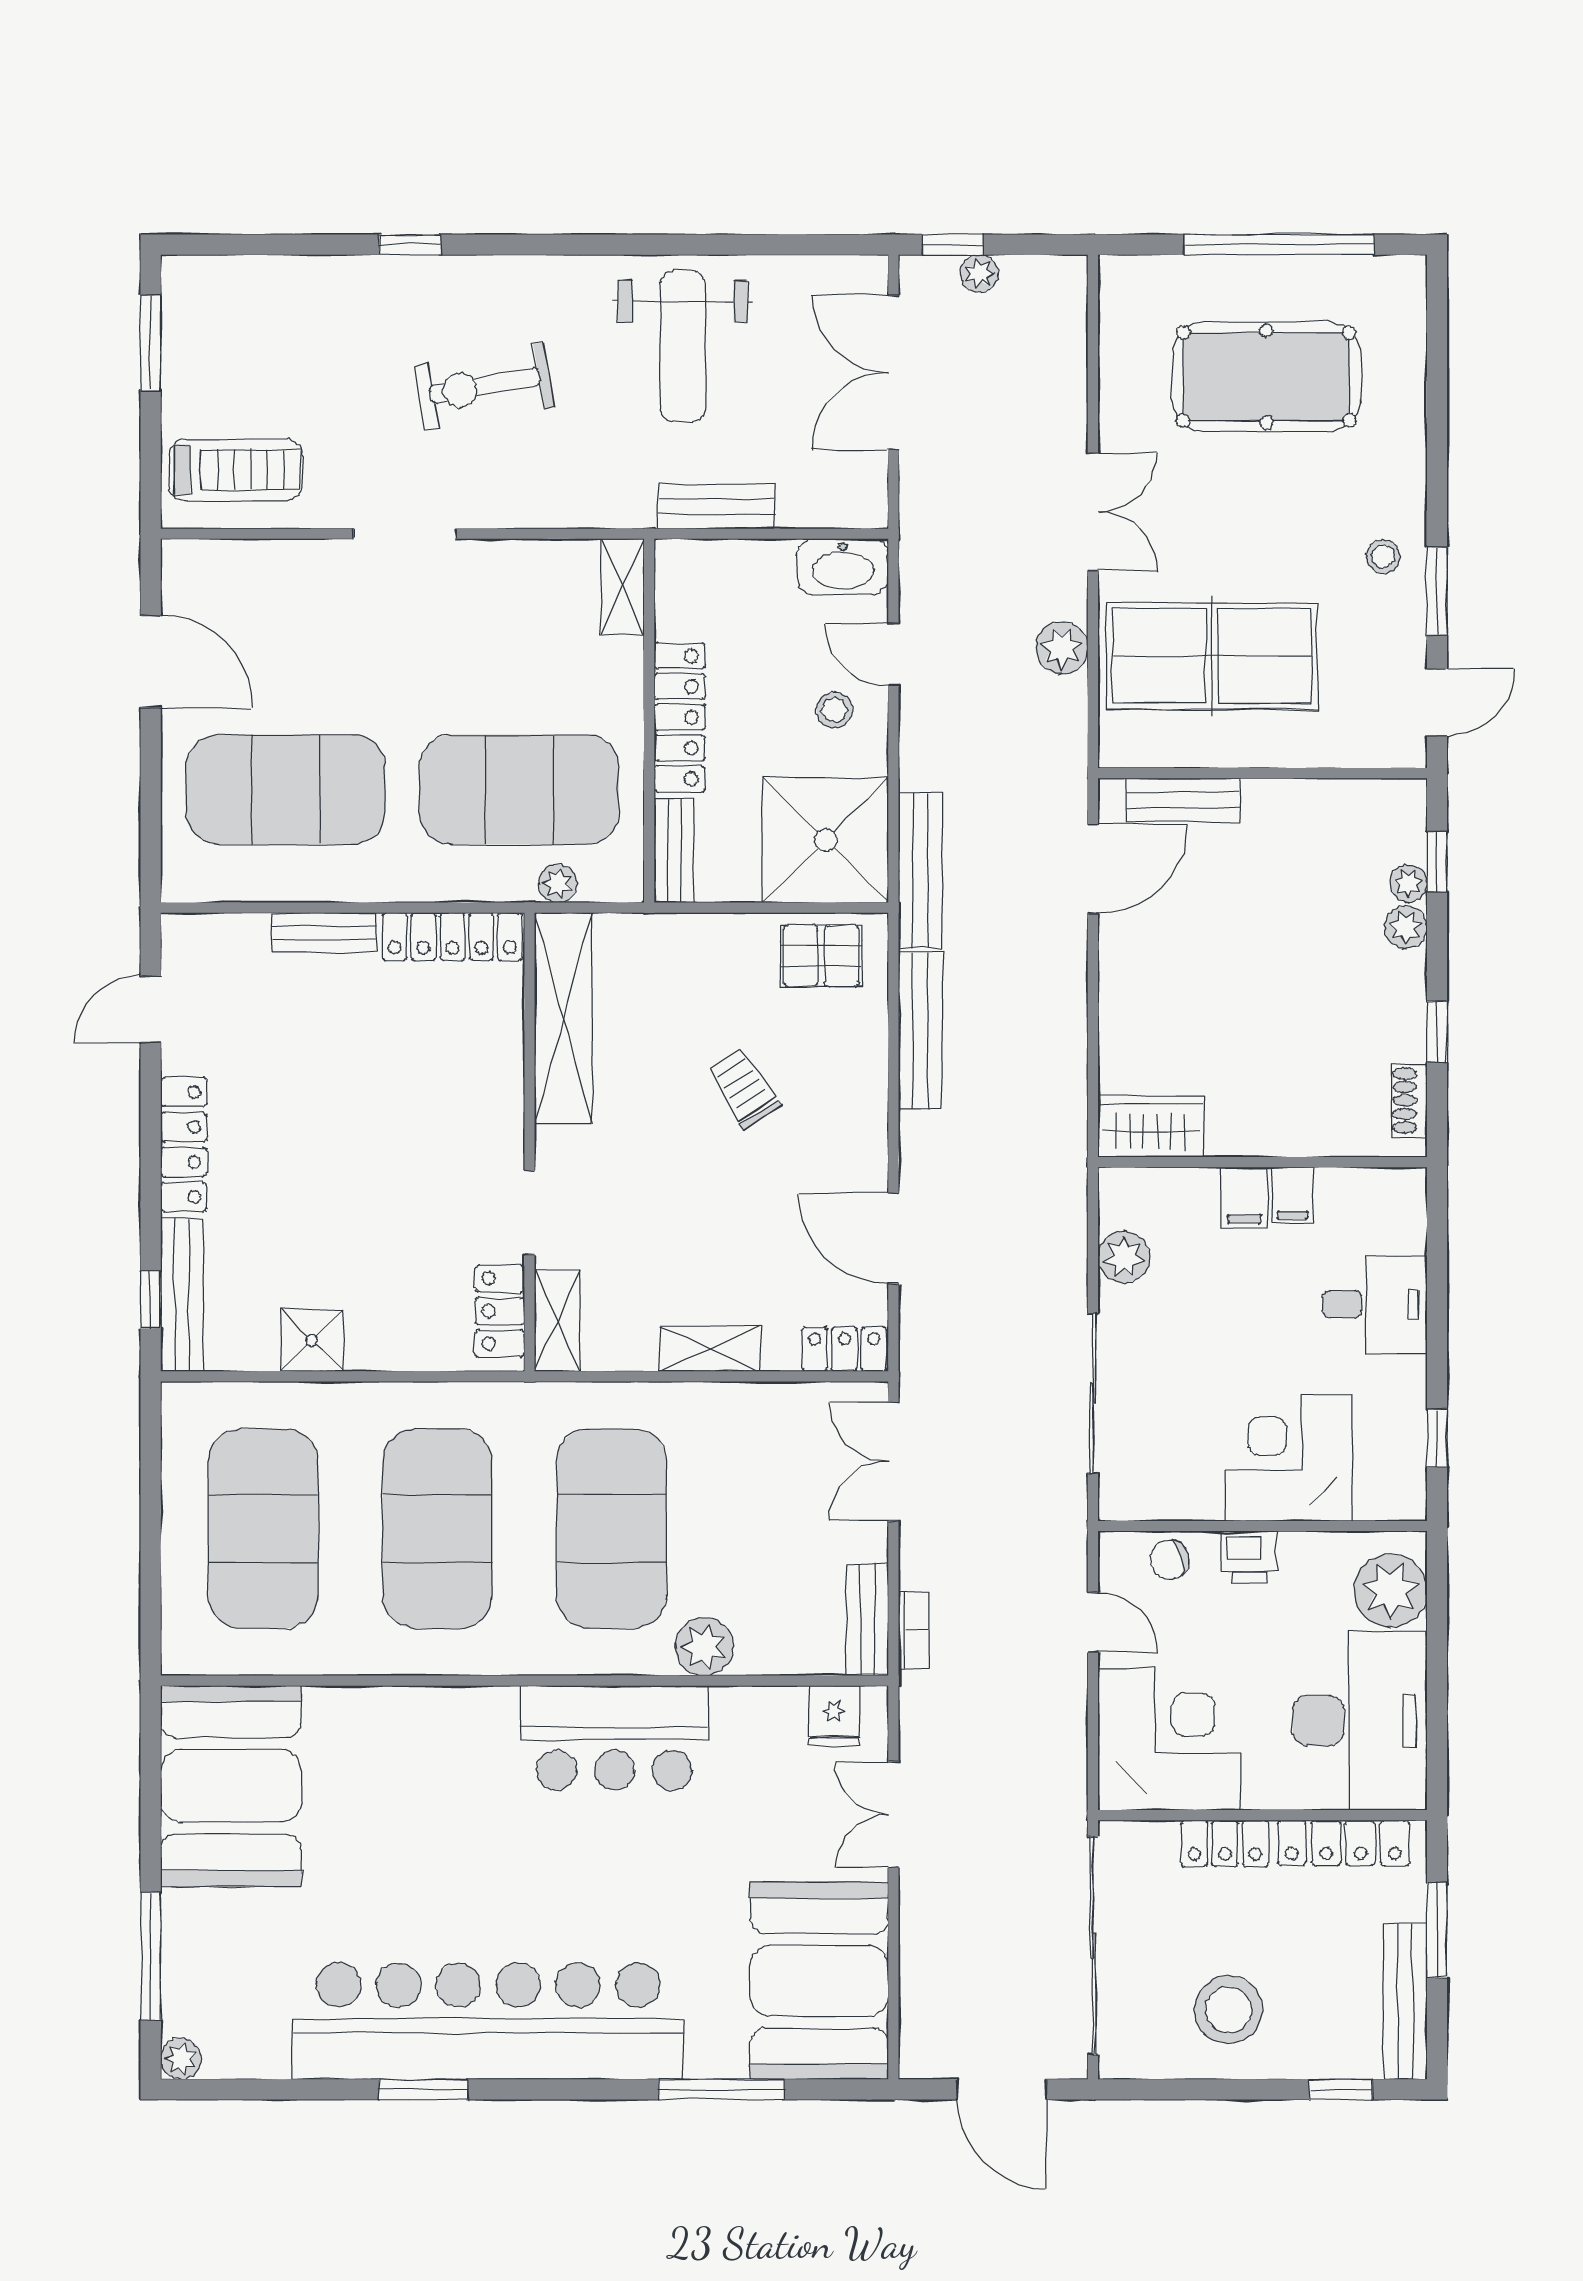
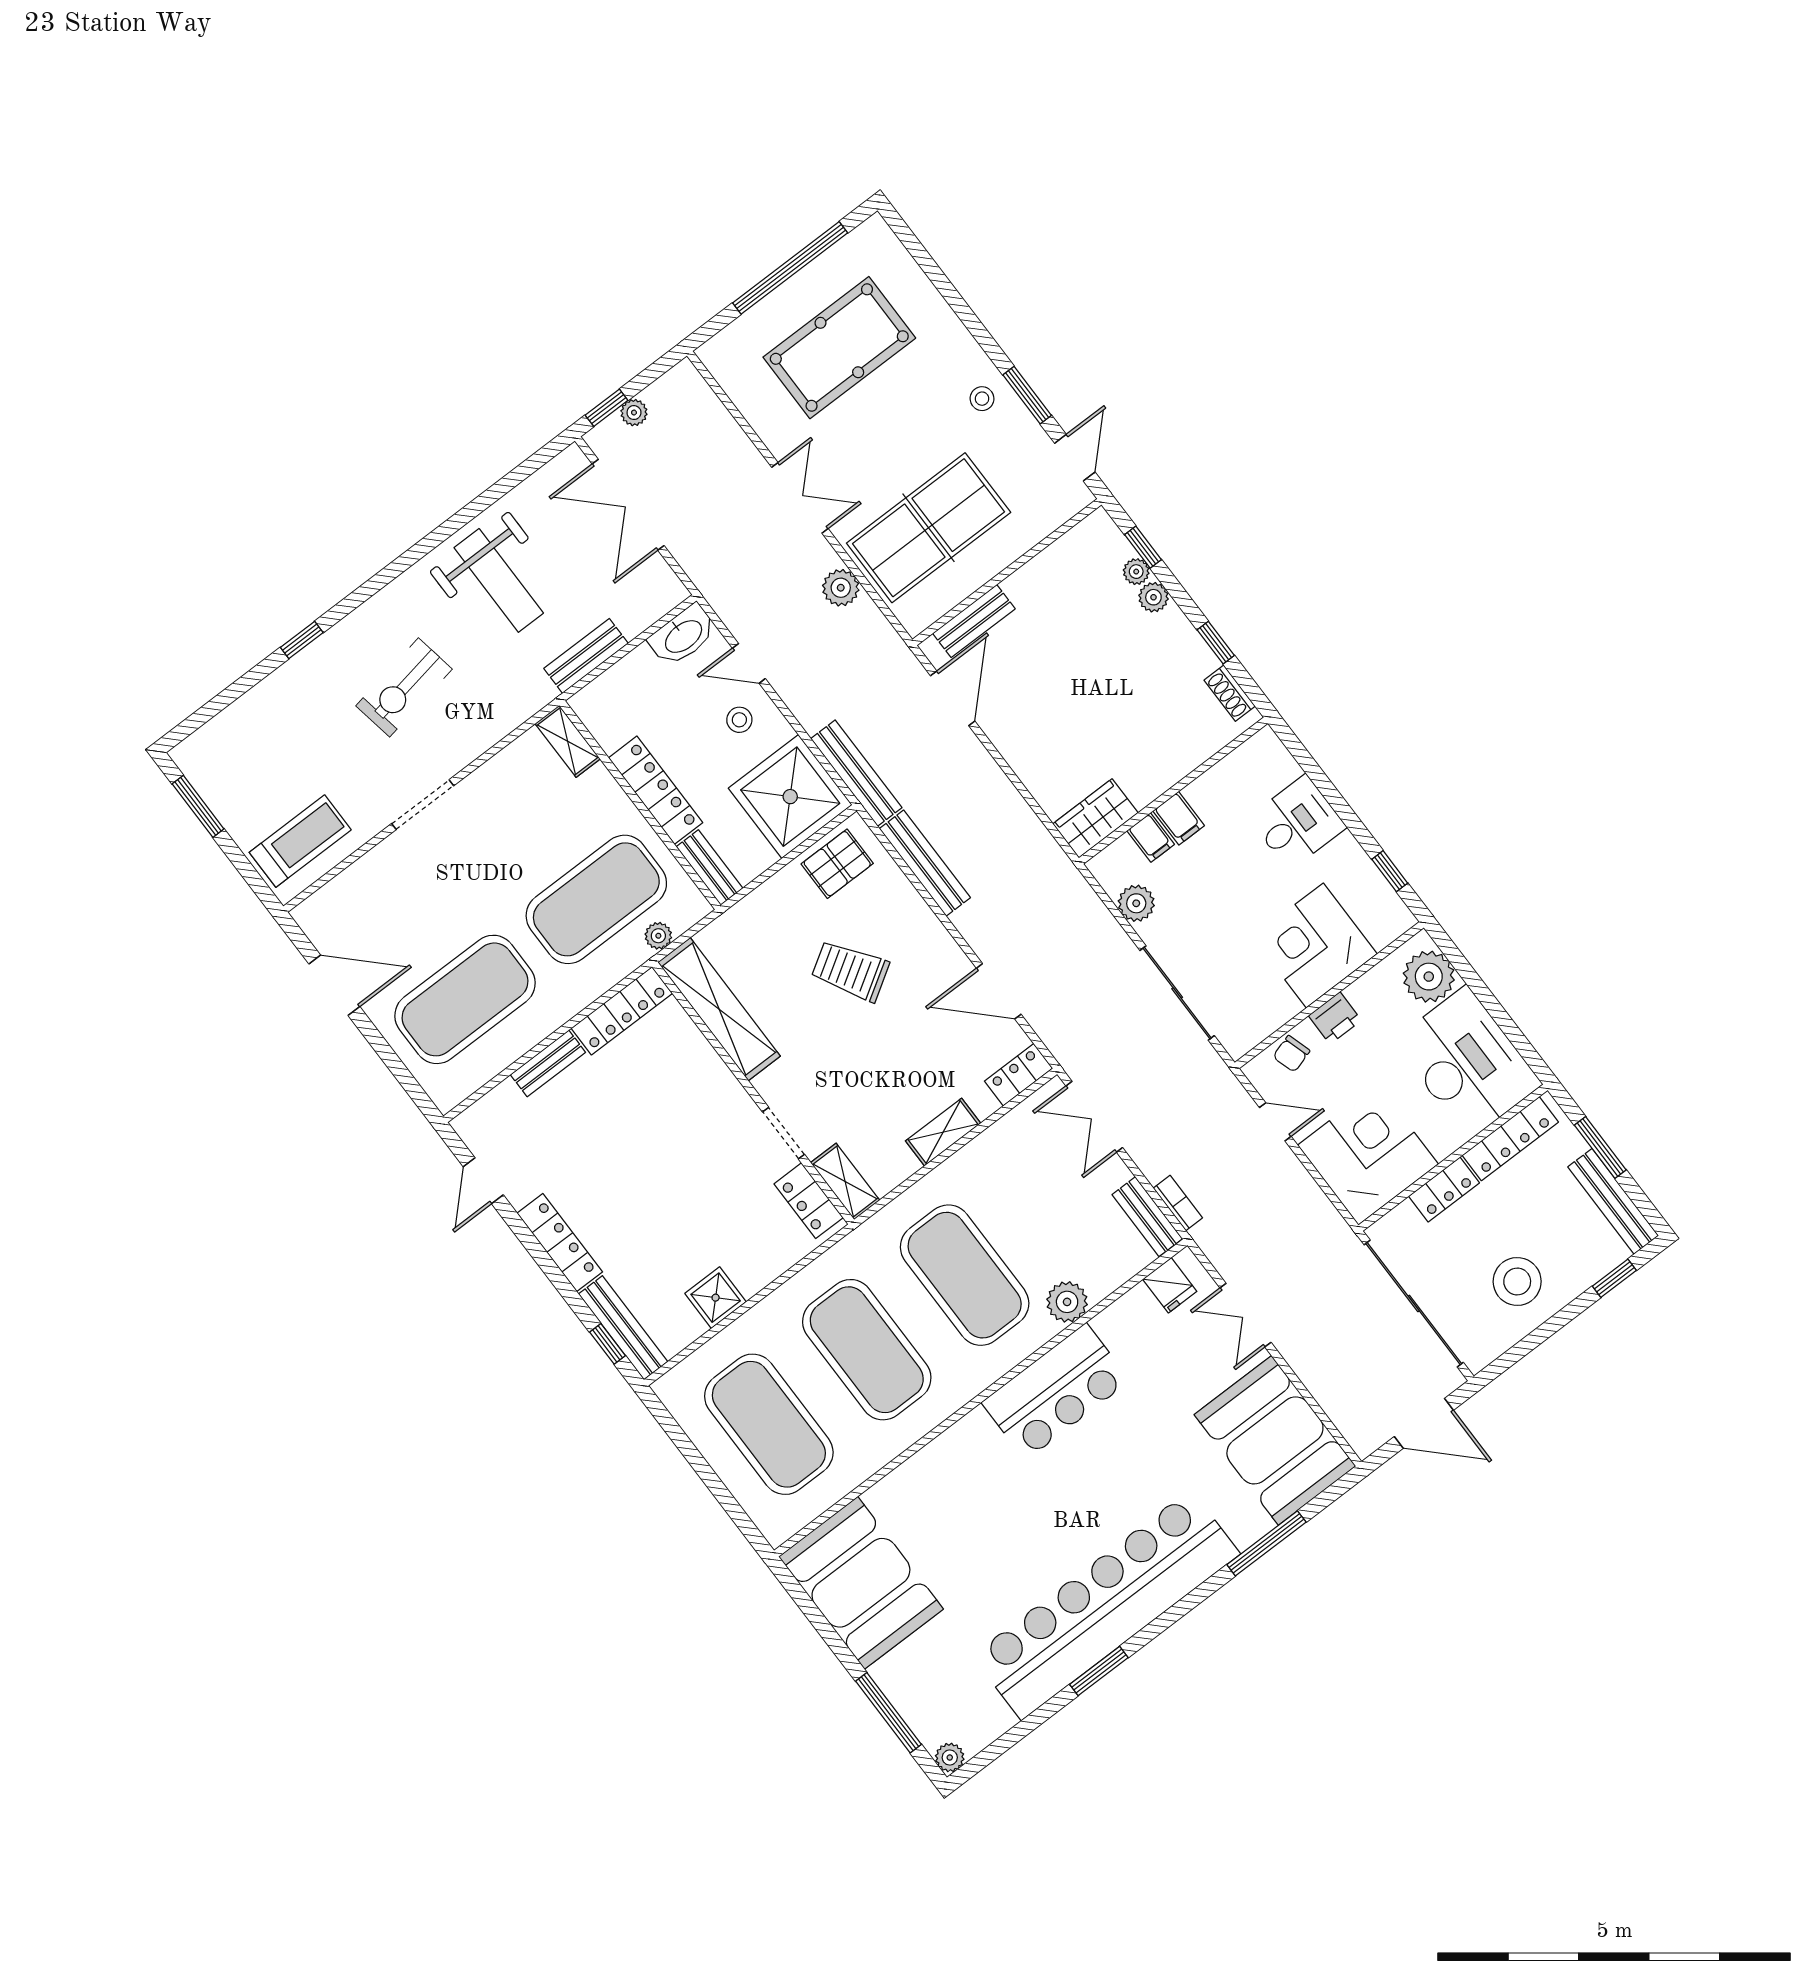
trolley: (744, 1088) -> (850, 971), width x1.36, depth x1.39
filing cabinet: (1293, 1195) -> (1151, 837), moved

